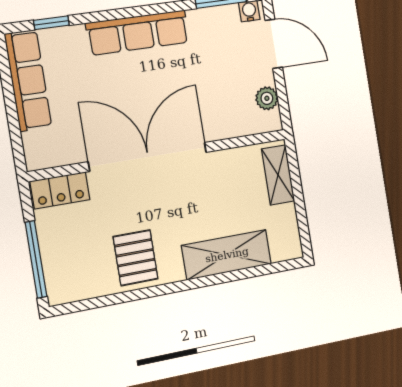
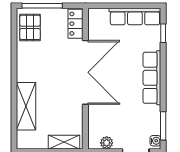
pallet: (136, 258) -> (30, 27), moved, turned 90

